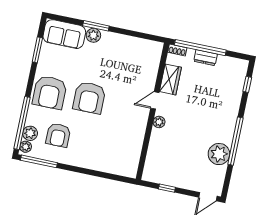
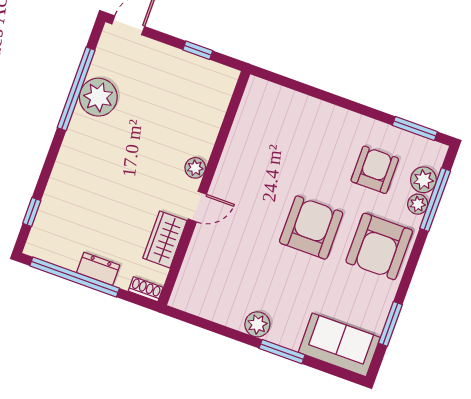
plant: (93, 35) -> (257, 324), moved
window: (200, 48) -> (75, 277), moved
armchair: (50, 92) -> (379, 246), turned 180
window: (22, 123) -> (435, 200), width x0.68
window: (235, 141) -> (76, 89), moved
plant: (26, 147) -> (418, 204), moved
window: (39, 161) -> (415, 128), width x0.69

